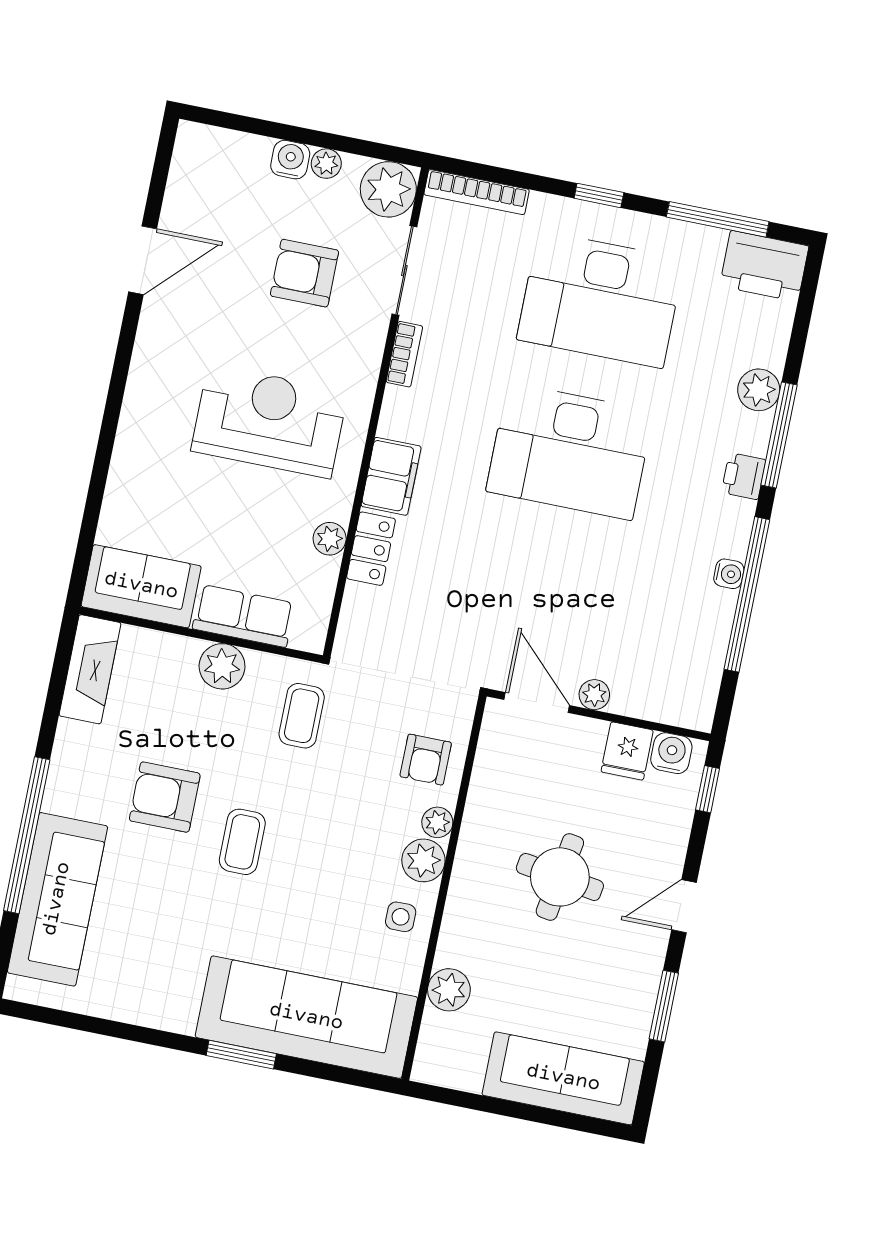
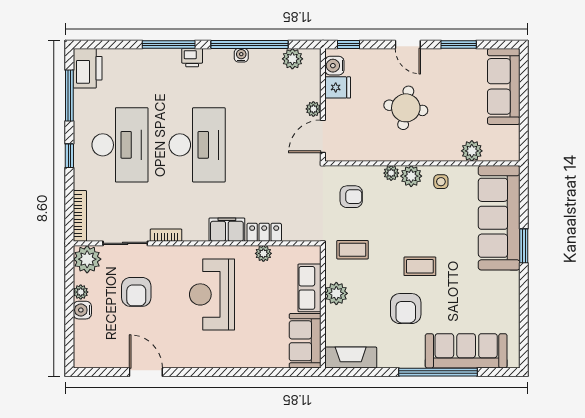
plant: (759, 390) -> (292, 59), moved
armchair: (426, 760) -> (351, 197), moved

